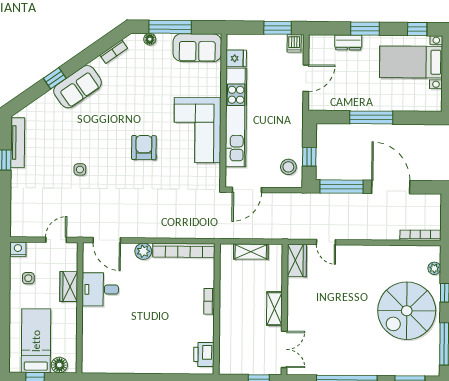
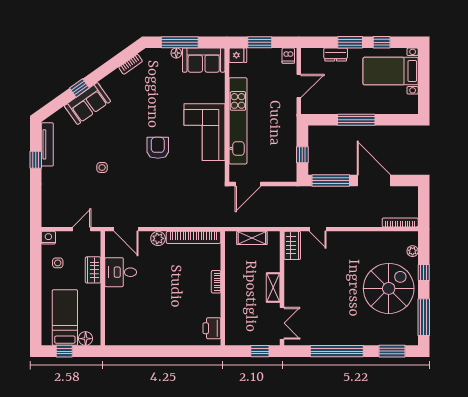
window: (278, 28) -> (260, 42), moved
window: (417, 29) -> (382, 42), moved
floor lamp: (150, 39) -> (176, 53), moved
fridge: (236, 58) -> (238, 55), moved
sofa: (78, 87) -> (87, 104), moved
stool: (288, 167) -> (284, 164), removed
spiral stairs: (407, 311) -> (389, 288), turned 180

